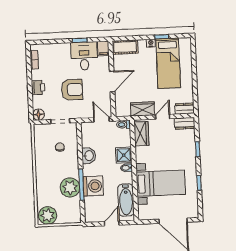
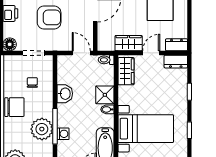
chair: (45, 169) -> (14, 107), added
washing machine: (93, 186) -> (63, 134), width x0.53, depth x0.53

